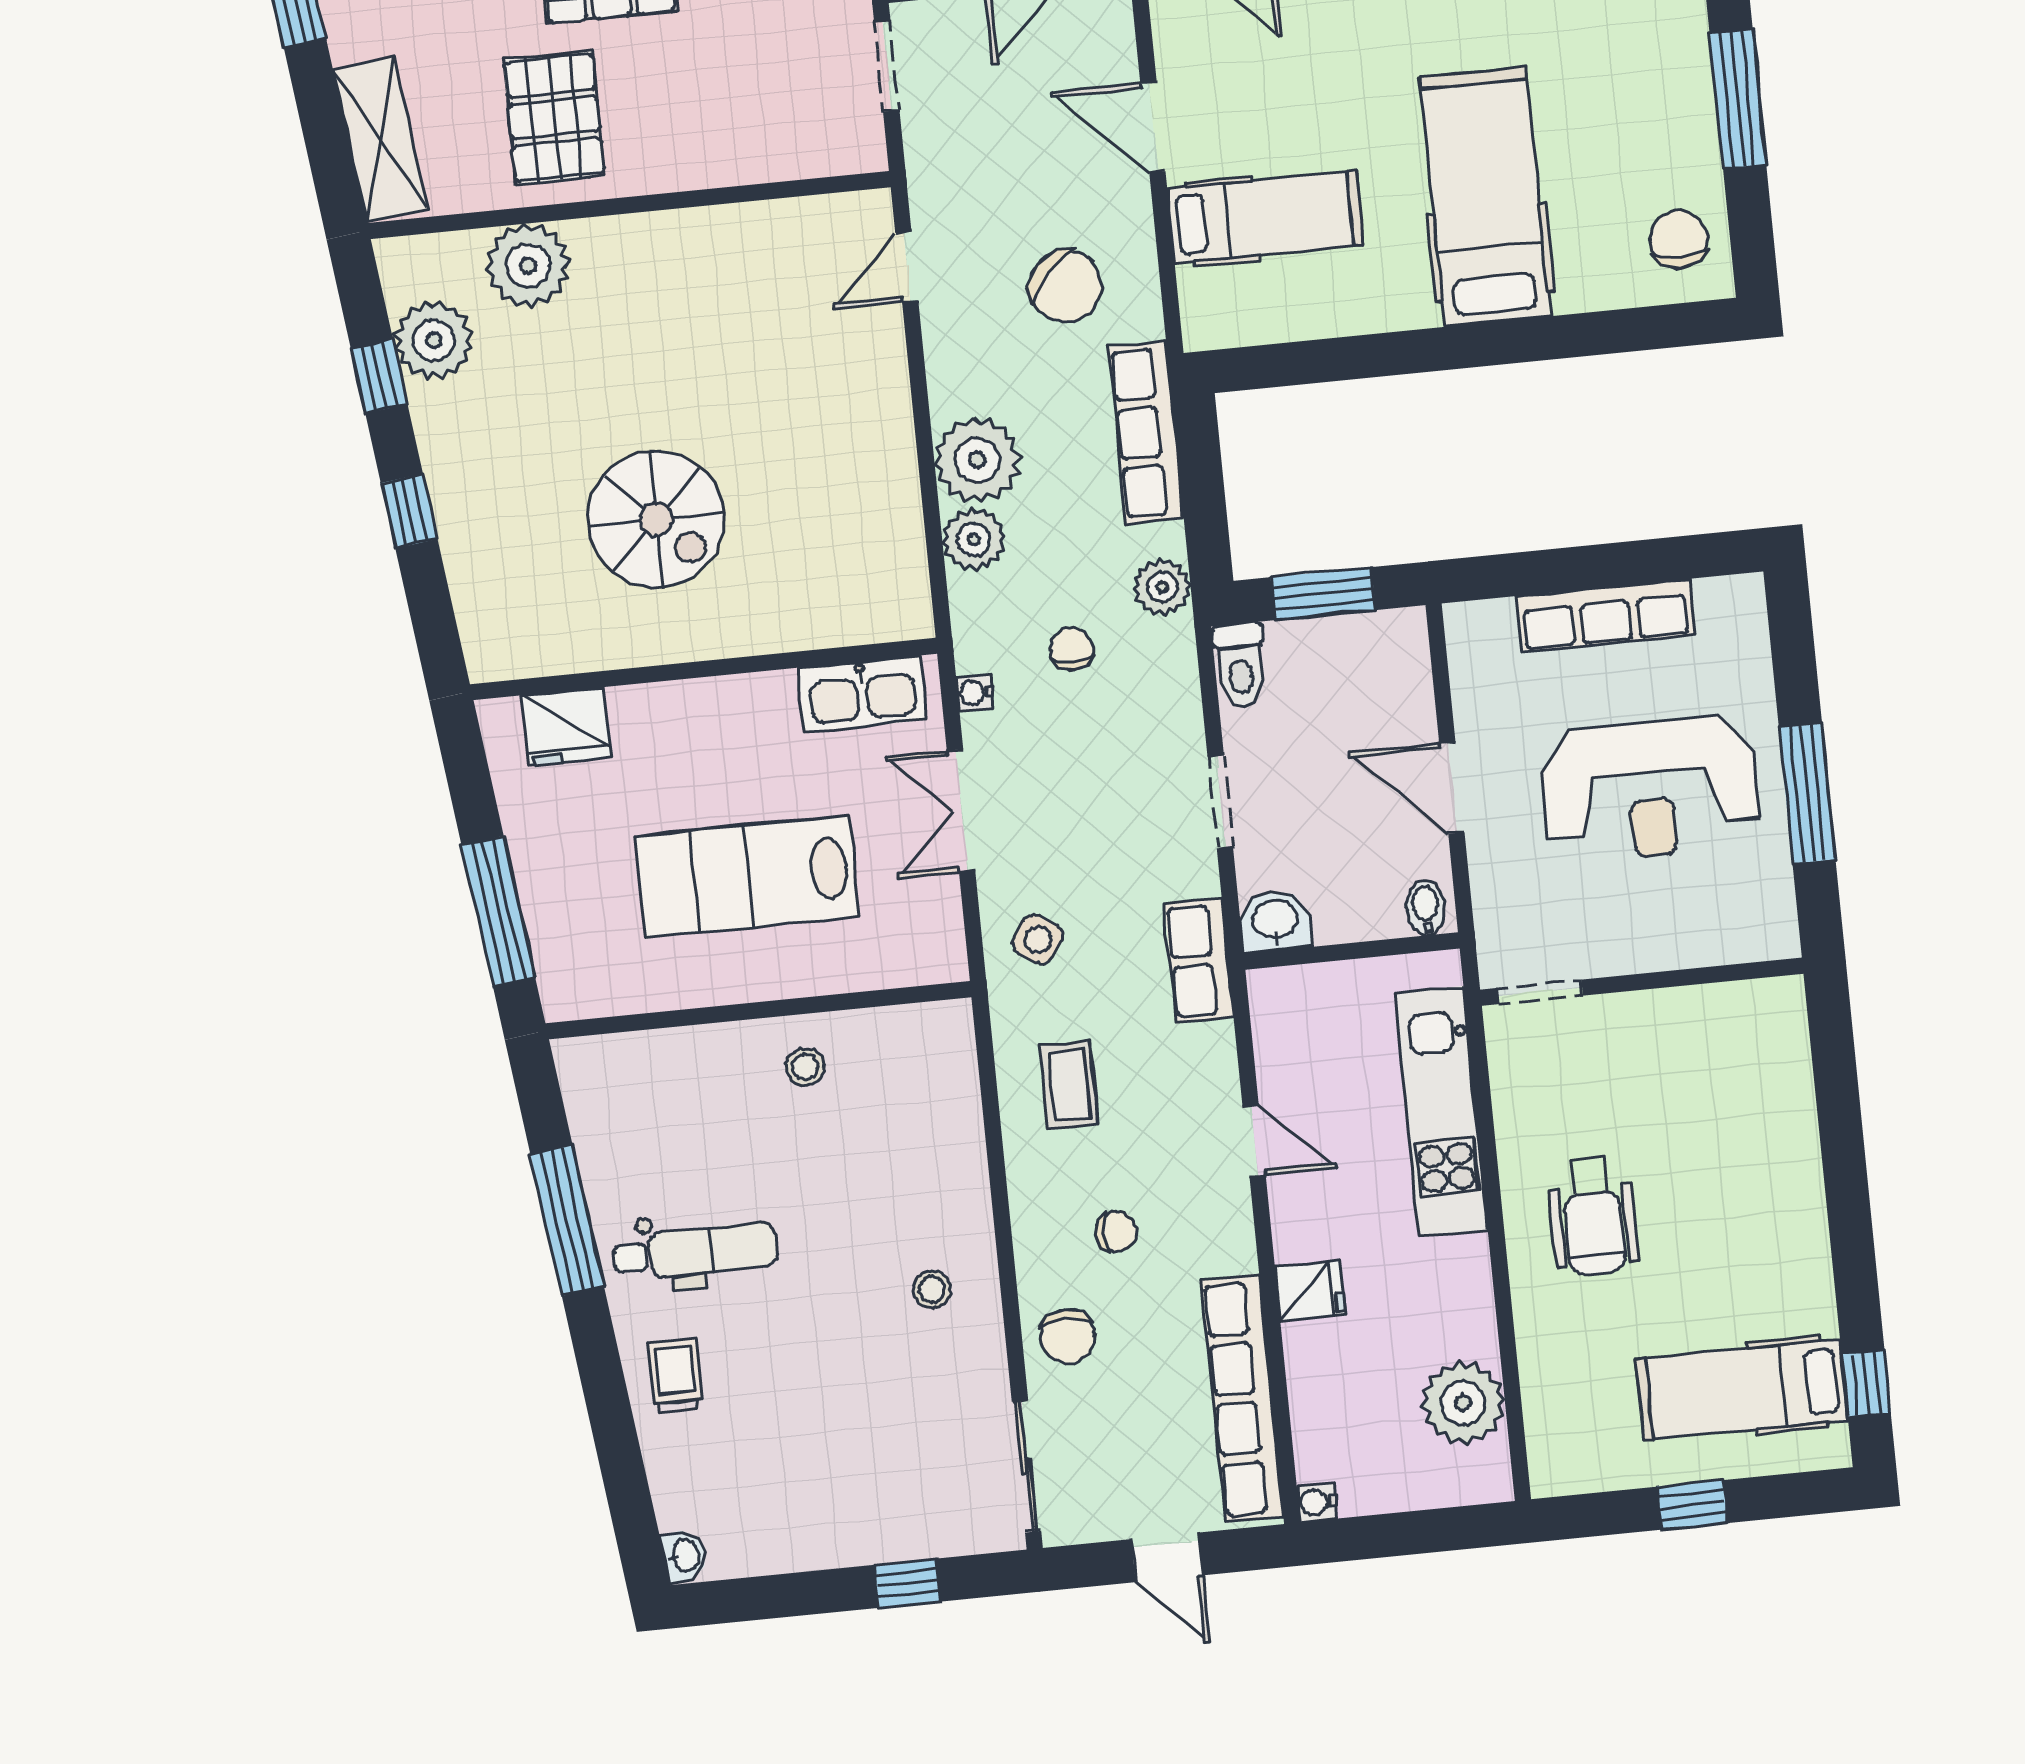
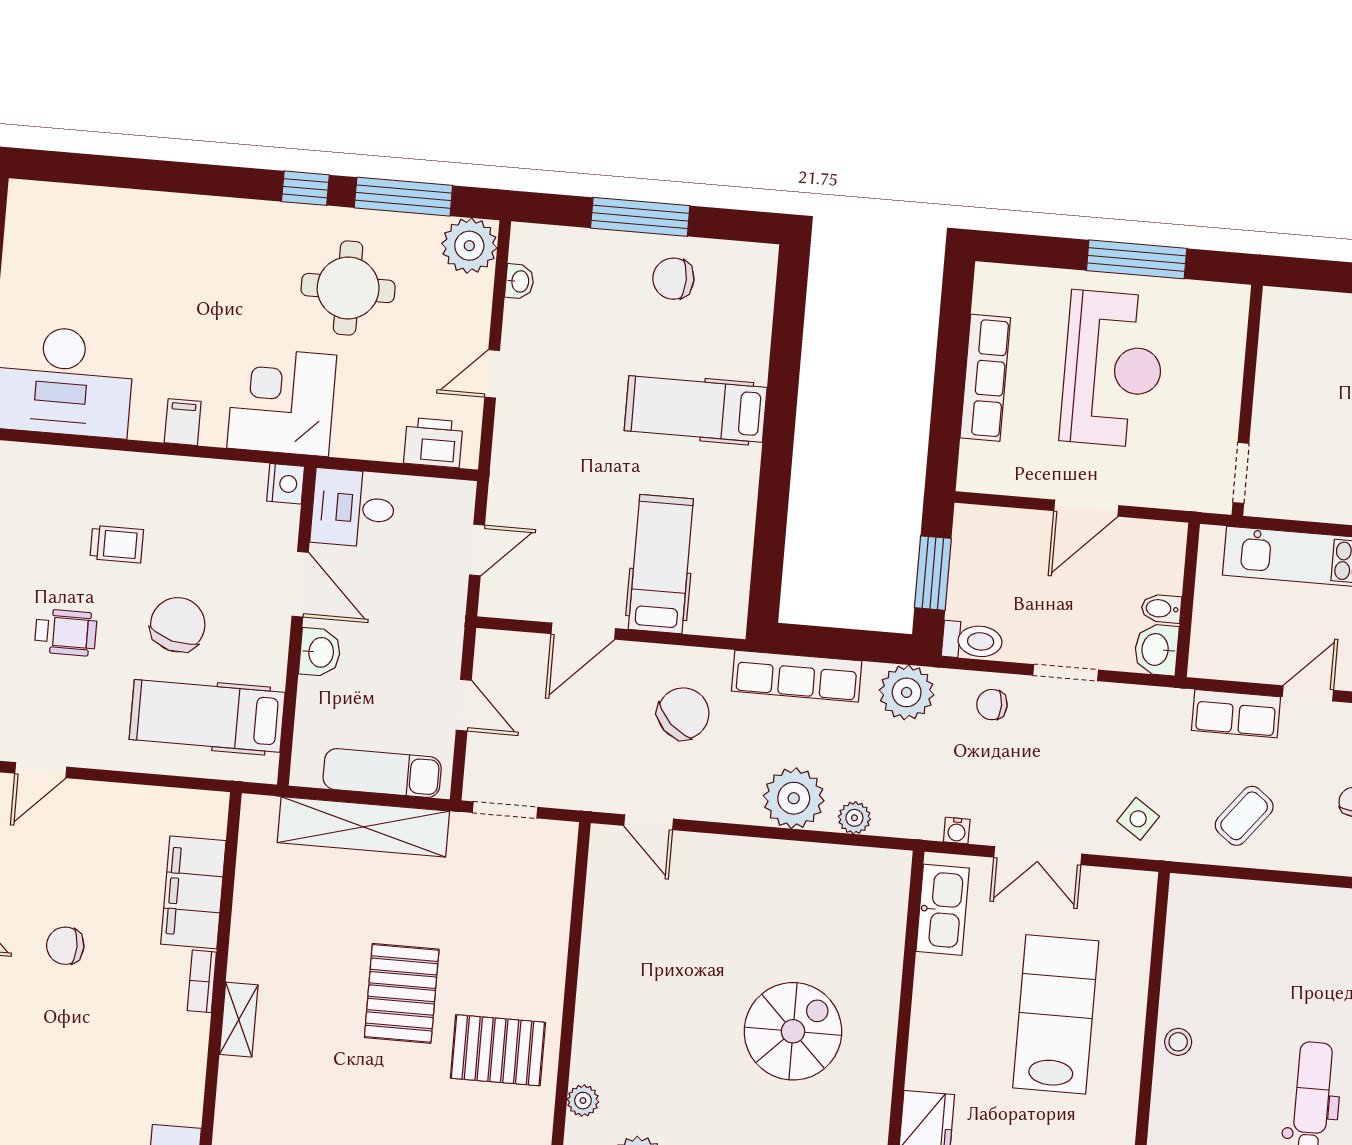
hospital bed: (1485, 197) -> (696, 409), width x0.73, depth x0.78
chair: (1679, 239) -> (673, 279), moved
plant: (528, 265) -> (583, 1101), width x0.53, depth x0.53
plant: (974, 539) -> (854, 818), width x0.73, depth x0.73
plant: (1162, 587) -> (907, 692), width x1.36, depth x1.36
chair: (1072, 649) -> (992, 705), moved
lab bench: (747, 877) -> (1056, 1014), turned 180
bidet: (1426, 908) -> (1161, 609), moved
row of seats: (1199, 961) -> (1236, 714), moved
stool: (805, 1067) -> (1178, 1042), moved
coffee table: (1069, 1085) -> (1244, 816), turned -52

